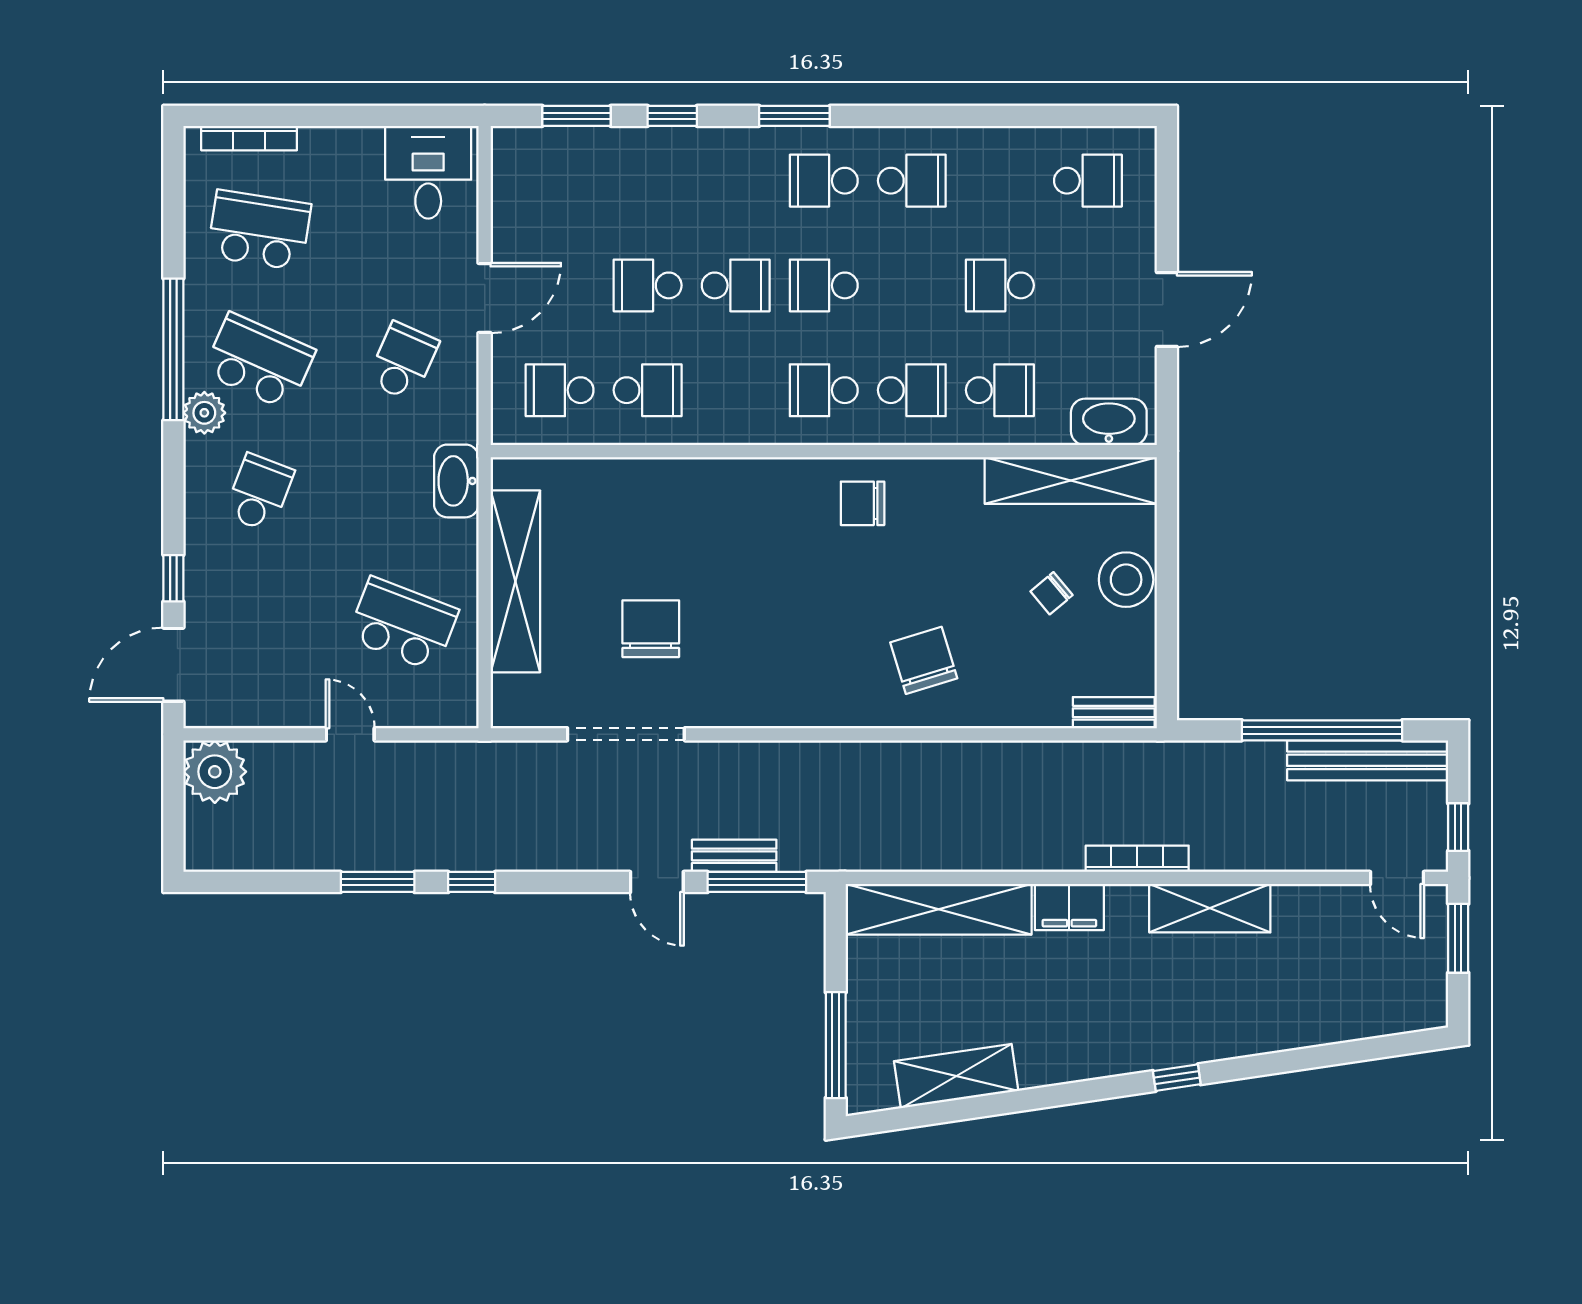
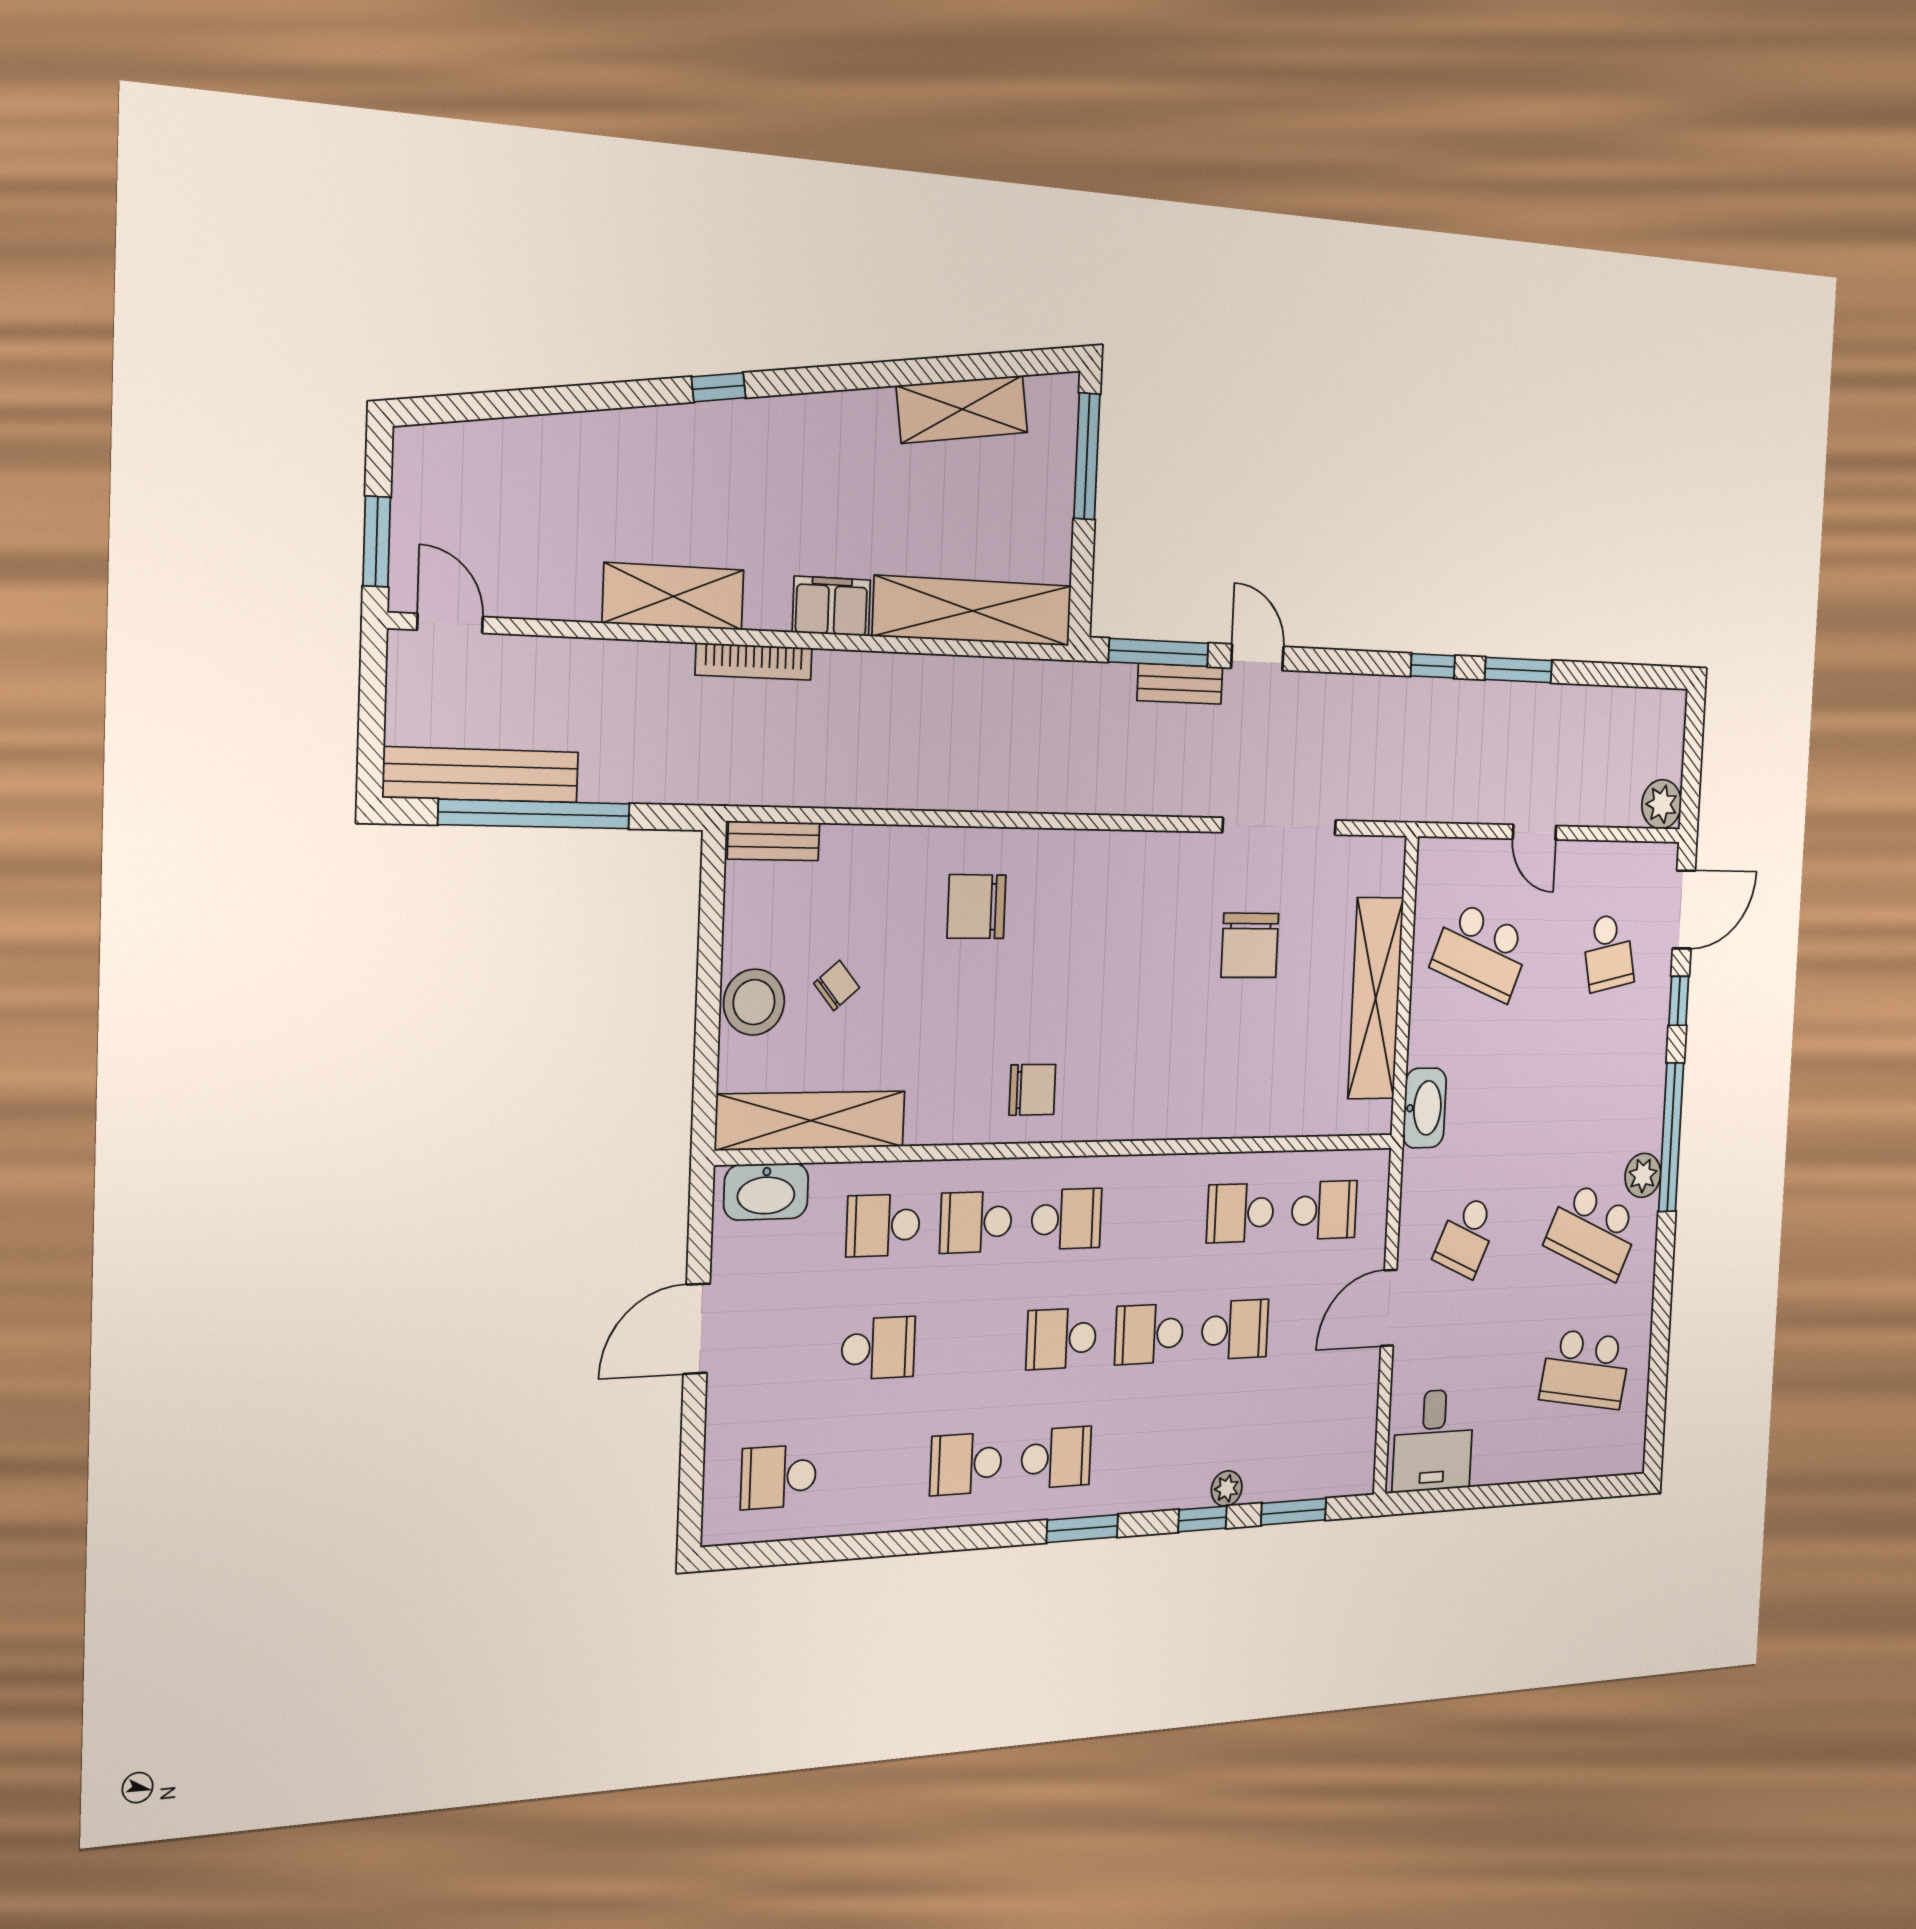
bookcase: (249, 138) -> (1589, 1465), removed
plant: (648, 142) -> (1227, 1489), added
school desk: (824, 285) -> (1061, 1339), turned 180
window: (173, 349) -> (1671, 1137), moved
school desk: (259, 493) -> (1608, 952), moved, turned -33
chair: (924, 660) -> (976, 907), turned 107
plant: (215, 772) -> (1662, 804), width x0.73, depth x0.73
window: (1458, 827) -> (373, 686), removed

